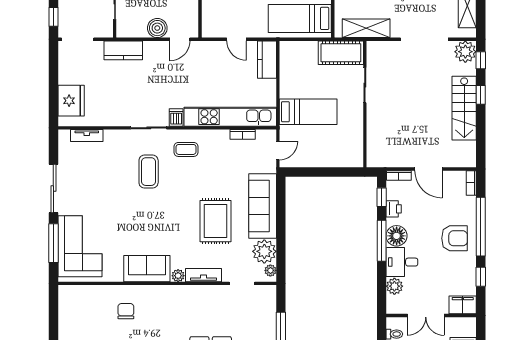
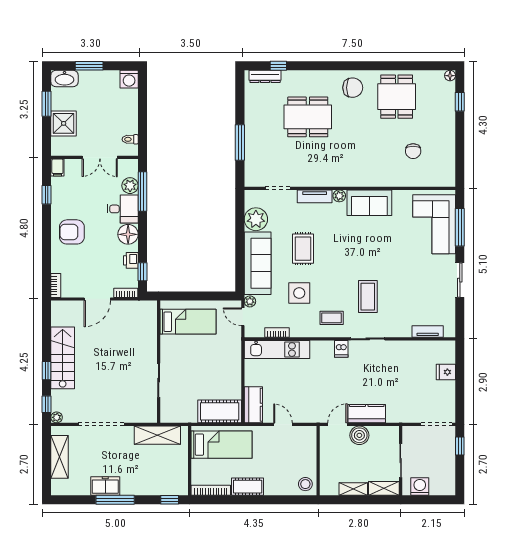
kitchen counter: (123, 50) -> (367, 414), moved
plant: (465, 52) -> (57, 417), width x0.53, depth x0.53
cot: (341, 53) -> (220, 411), moved
fridge: (71, 101) -> (446, 372), width x0.53, depth x0.75
bed: (308, 112) -> (188, 322), moved, turned 180
kitchen unit: (230, 117) -> (277, 350), width x0.73
door: (278, 151) -> (243, 317), hinge flipped
door: (428, 169) -> (97, 299), swing flipped
side table: (219, 175) -> (299, 293), added
sliding door: (53, 189) -> (460, 280), width x0.73
rug: (216, 221) -> (303, 249), width x0.73, depth x0.70
window: (481, 227) -> (47, 243), removed
window: (382, 241) -> (142, 191), moved
plant: (270, 270) -> (250, 301), moved
filing cabinet: (463, 305) -> (57, 167), width x0.50
chair: (126, 311) -> (413, 151), moved
double door: (426, 315) -> (100, 157), swing flipped

